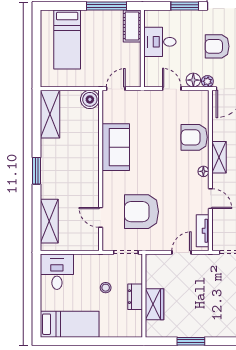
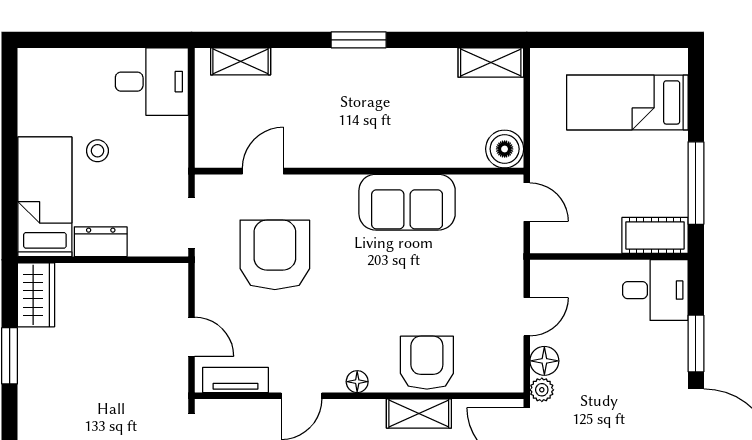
desk: (160, 42) -> (655, 290), moved, turned 90
armchair: (217, 46) -> (613, 410), removed
shelving: (50, 114) -> (491, 62), width x0.67, depth x0.75
shelving: (219, 157) -> (419, 413), moved
shelving: (49, 221) -> (241, 61), width x0.67, depth x0.75
stool: (106, 288) -> (97, 151), moved
wardrobe: (154, 304) -> (36, 295), moved, turned -90
bed: (70, 324) -> (45, 197), moved, turned 180

